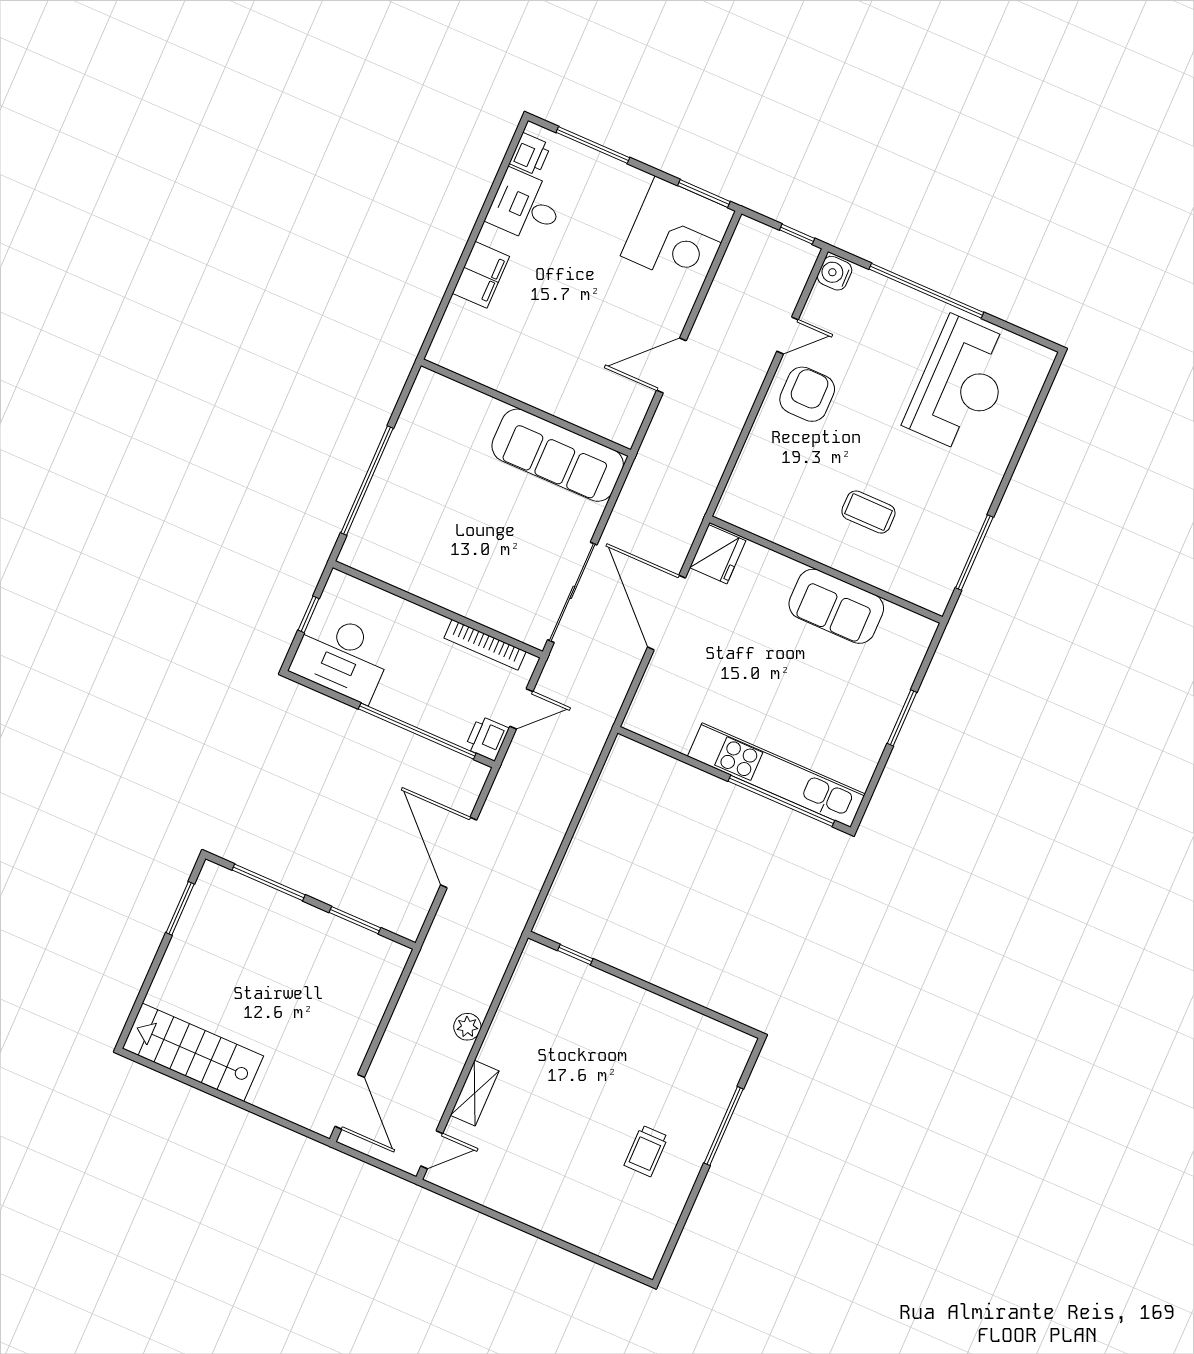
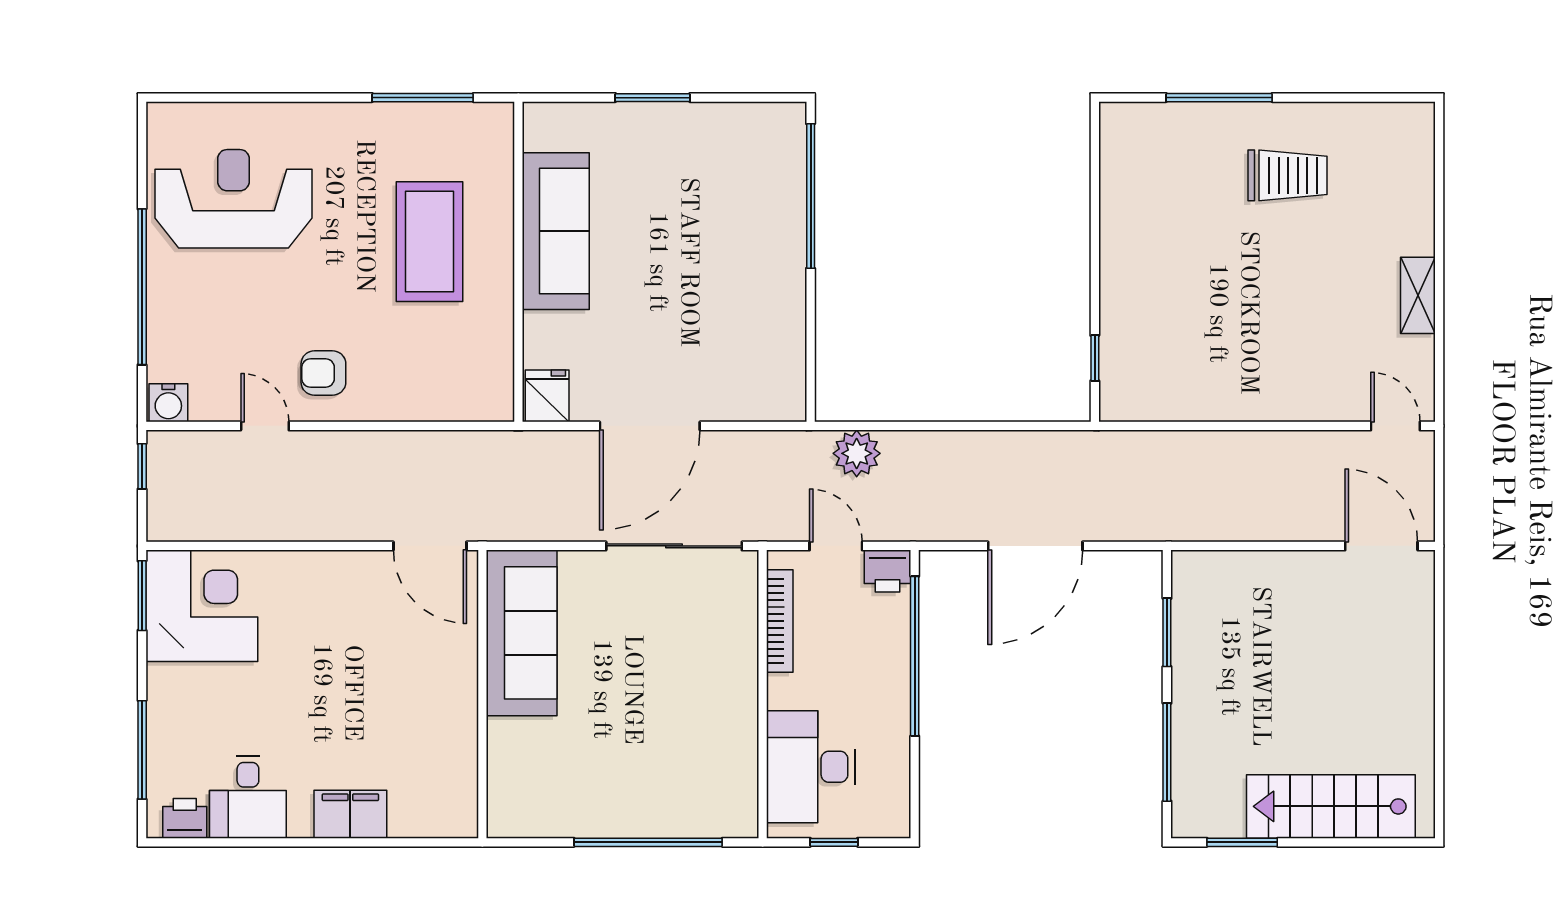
door: (671, 365) -> (430, 546), moved
armchair: (807, 394) -> (323, 373), width x0.72, depth x0.72
coffee table: (868, 512) -> (430, 242), width x1.86, depth x1.72
fridge: (718, 554) -> (547, 396), width x0.72
sofa: (836, 606) -> (556, 231), width x1.36
desk: (342, 657) -> (811, 767), moved, turned 180
kitchen unit: (776, 775) -> (783, 215), removed
plant: (467, 1027) -> (857, 453), moved, width x1.38, depth x1.38
stairs: (193, 1052) -> (1331, 806), moved, turned 90
shelving: (475, 1093) -> (1418, 295), moved, turned 90
door: (350, 1102) -> (1381, 546), hinge flipped
trolley: (646, 1151) -> (1288, 175), width x1.36, depth x1.39

